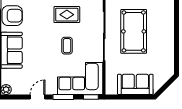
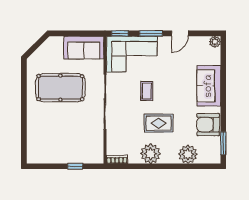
rug: (67, 15) -> (159, 123), moved
pool table: (134, 31) -> (60, 88), moved, turned 90
sofa: (135, 84) -> (84, 47), moved

